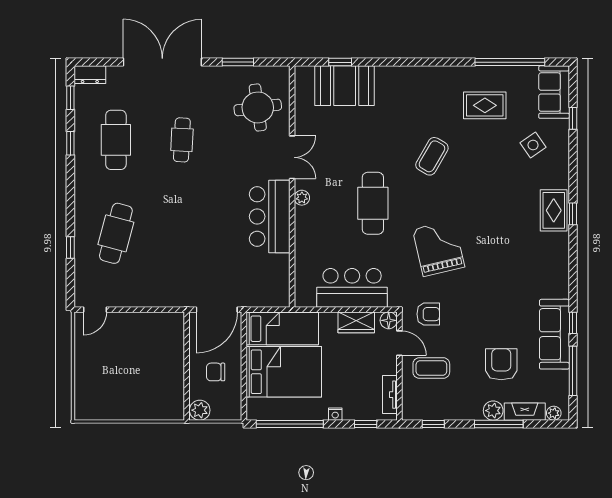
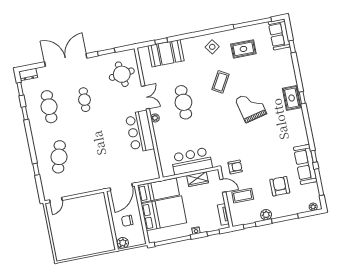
side table: (533, 145) -> (212, 47), moved
cafe table: (373, 203) -> (183, 102), moved
grand piano: (439, 248) -> (251, 106), moved
floor lamp: (389, 320) -> (215, 175), removed
plant: (493, 411) -> (266, 215), moved
fireplace: (525, 412) -> (297, 209), removed

